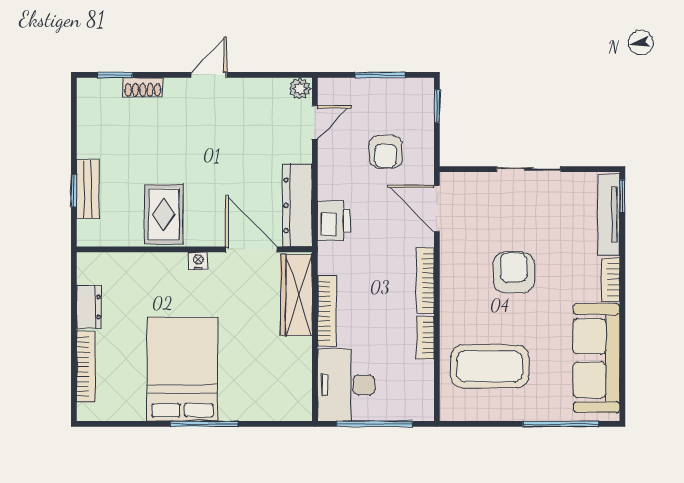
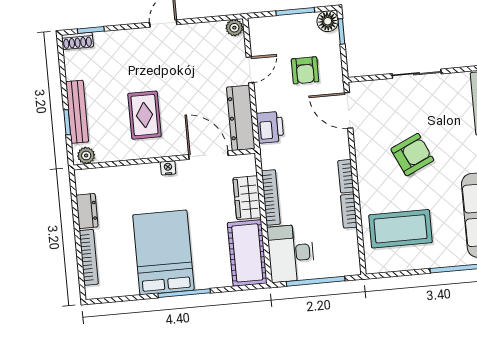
shoe rack: (143, 87) -> (77, 41), moved
floor lamp: (420, 91) -> (328, 21), added
door: (315, 122) -> (250, 70), moved
bench: (88, 189) -> (77, 112), width x1.36
rug: (164, 214) -> (144, 115), moved
plant: (94, 236) -> (86, 155), added
armchair: (514, 273) -> (412, 155), turned 65
bookcase: (426, 281) -> (346, 176), width x0.64
wardrobe: (296, 295) -> (247, 198), width x0.67
cot: (290, 380) -> (247, 253), added

